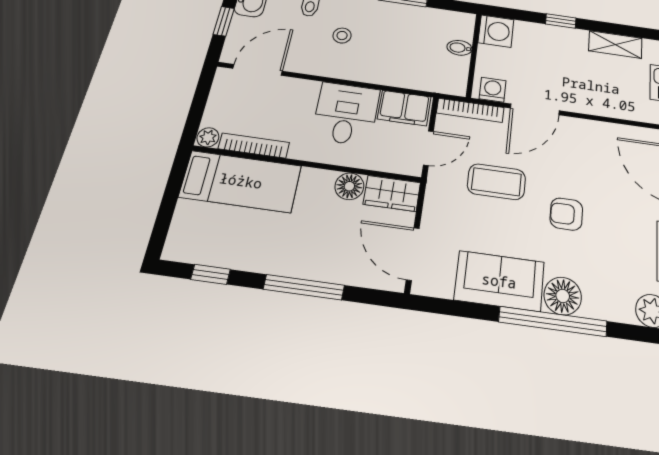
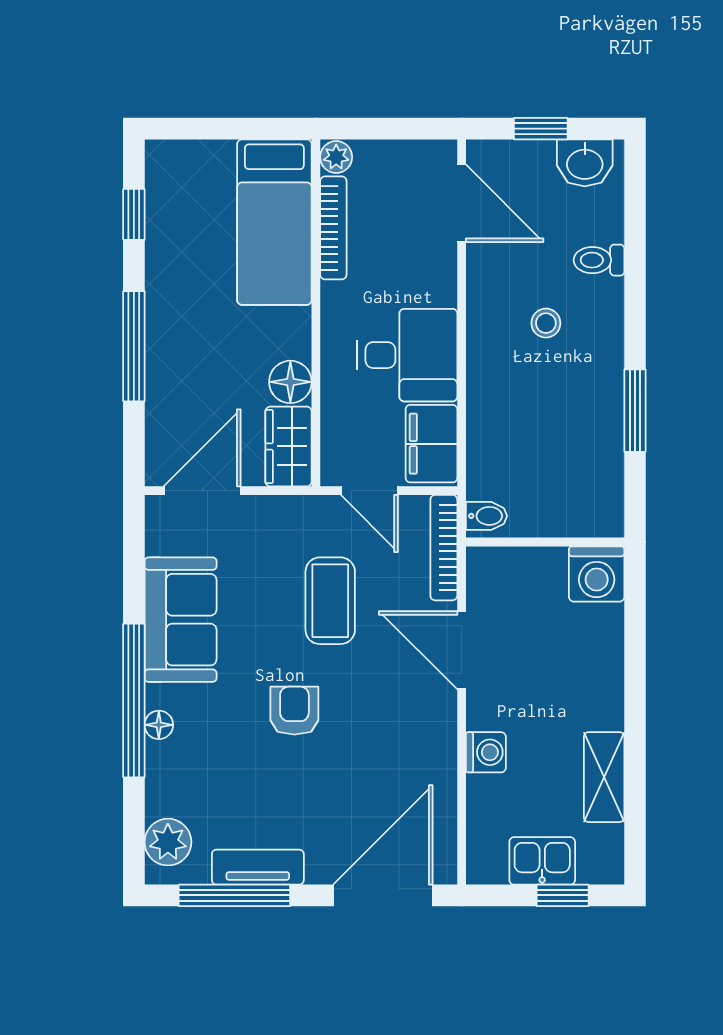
window: (561, 21) -> (635, 682), removed
bidet: (459, 48) -> (486, 516), moved, turned 90
washing machine: (493, 90) -> (486, 752), moved
floor lamp: (563, 296) -> (159, 725), width x0.53, depth x0.53

